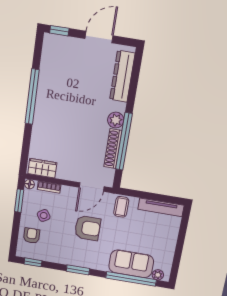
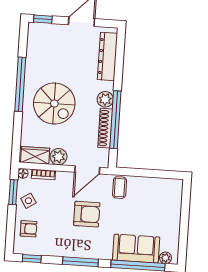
spiral stairs: (65, 119) -> (54, 104), added
plant: (65, 172) -> (59, 157), added
tv unit: (161, 207) -> (160, 184), removed
side table: (44, 215) -> (28, 201), moved
armchair: (32, 236) -> (29, 229), turned 90
window: (78, 270) -> (80, 262), width x1.44

